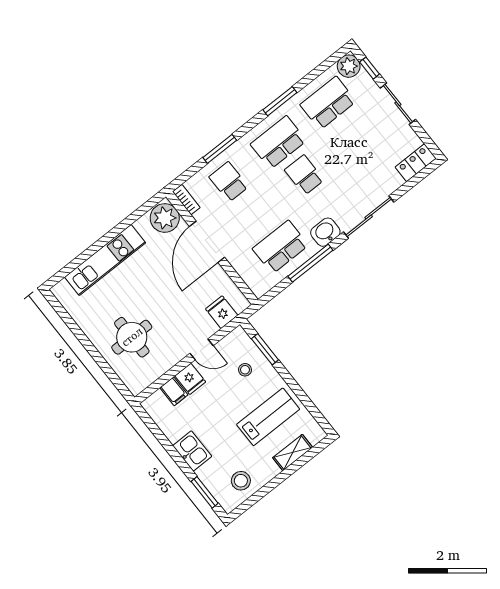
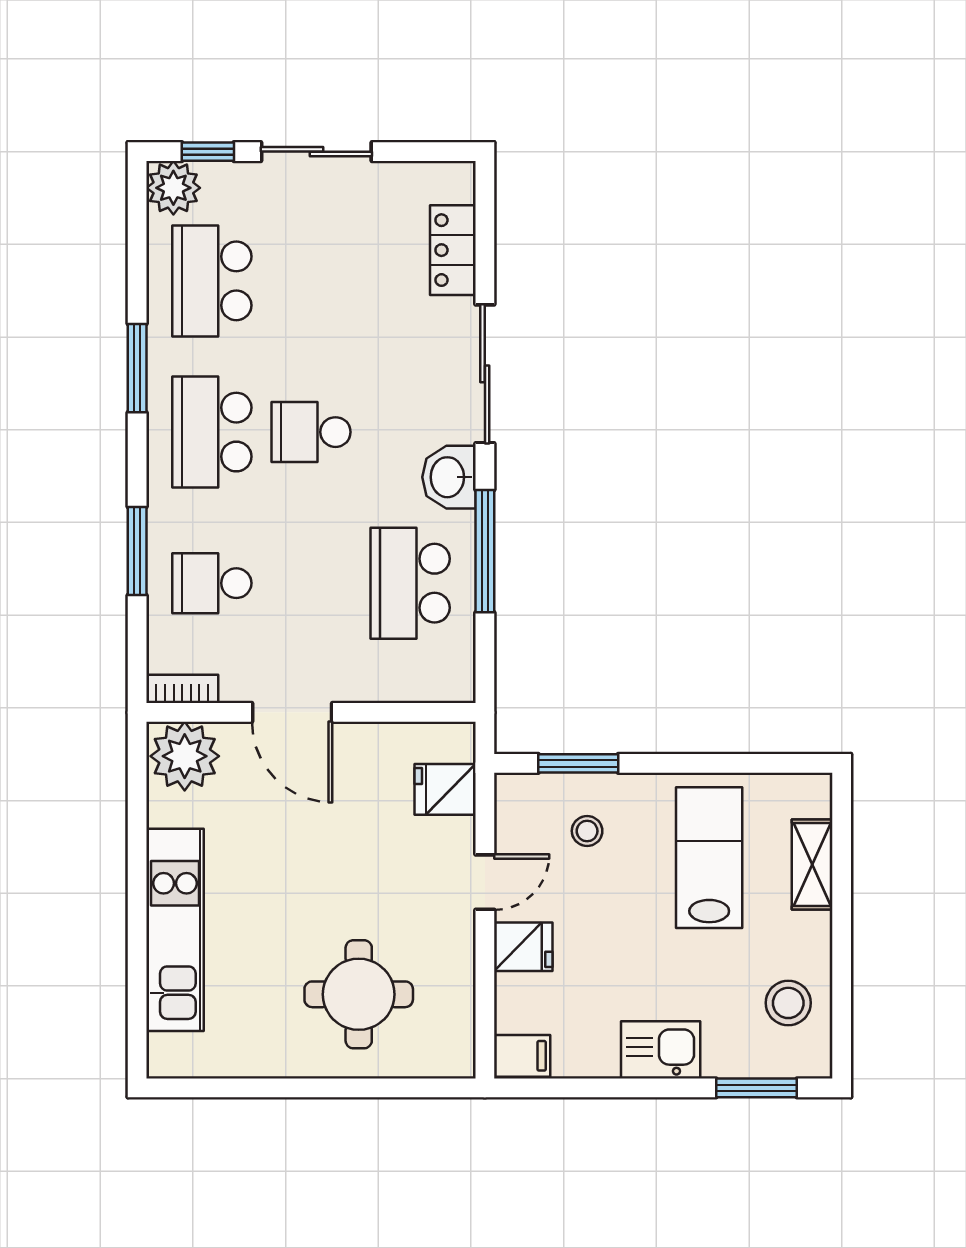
locker: (416, 163) -> (453, 250), moved
door: (207, 242) -> (292, 712), width x0.73
filing cabinet: (174, 391) -> (522, 1056), moved

